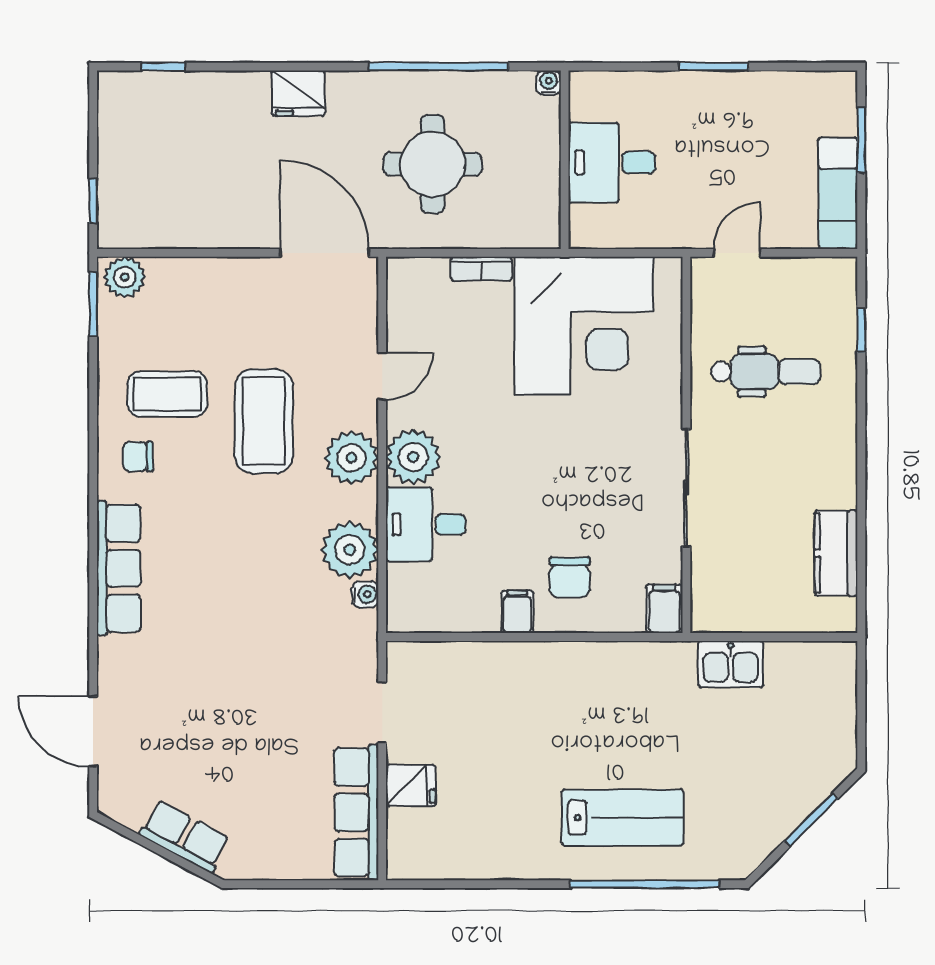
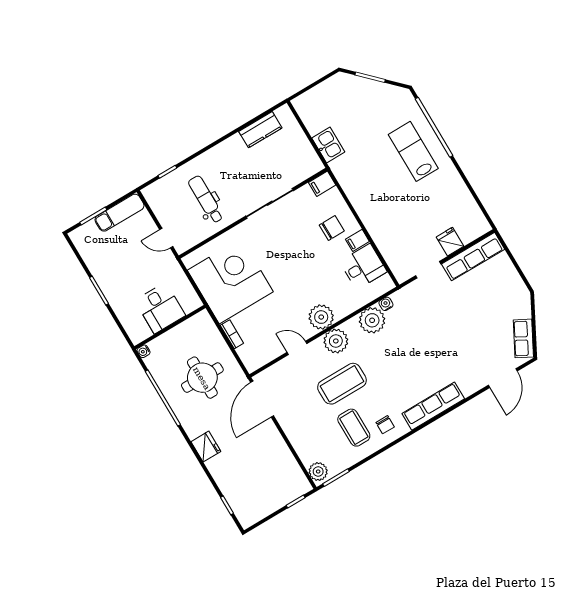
desk: (426, 524) -> (363, 267), moved, turned -90
row of seats: (184, 836) -> (523, 338), moved

